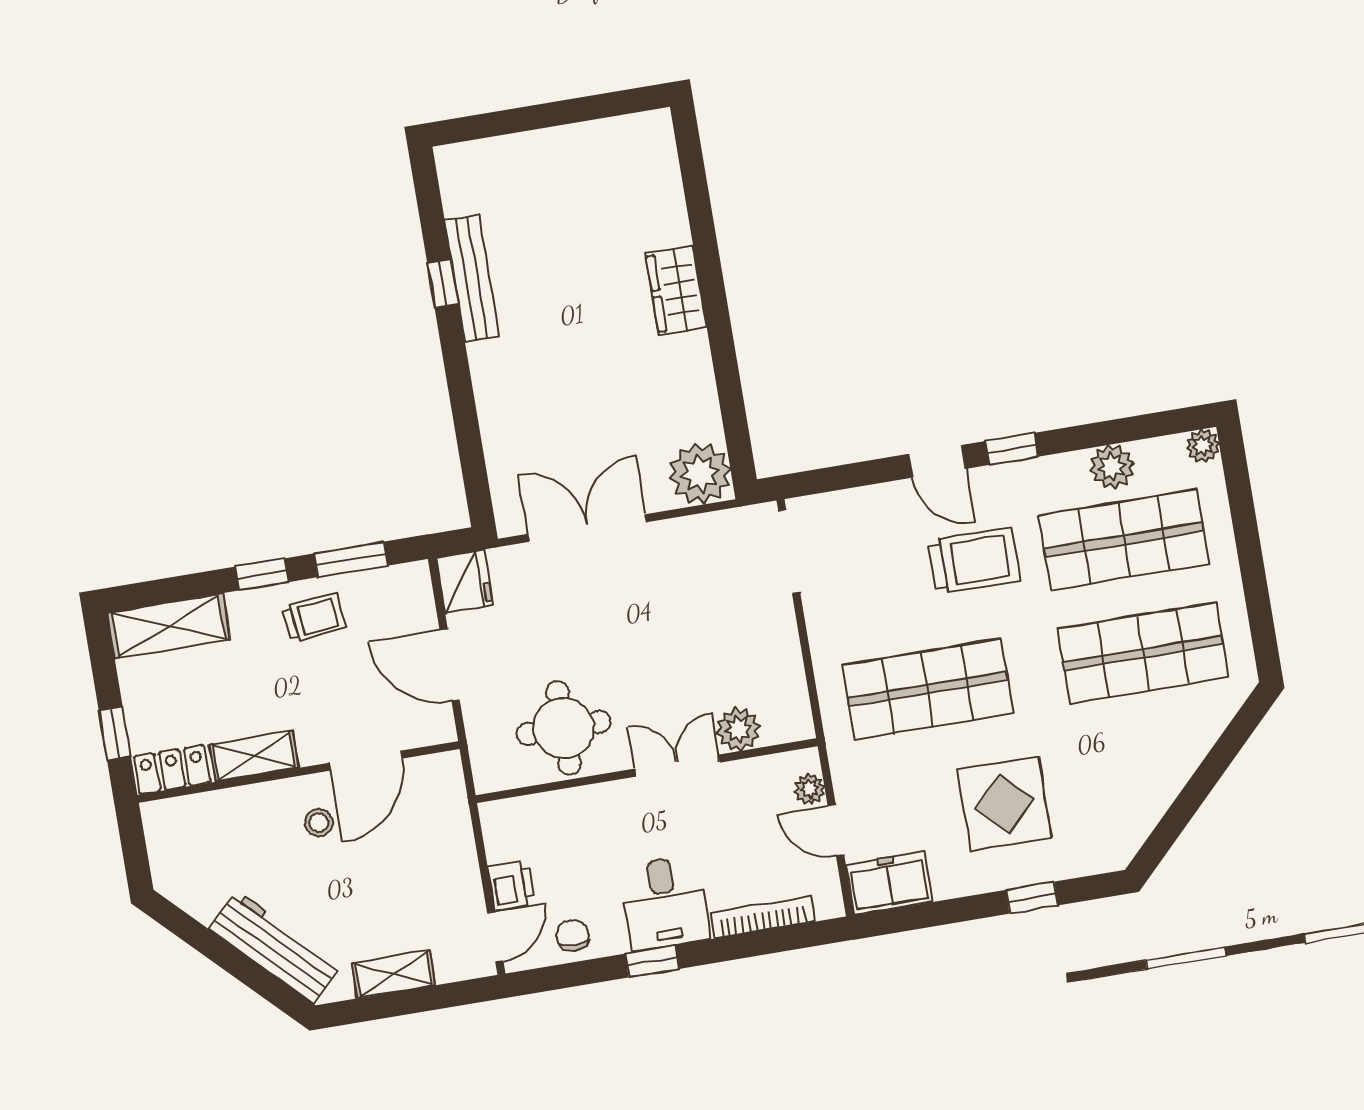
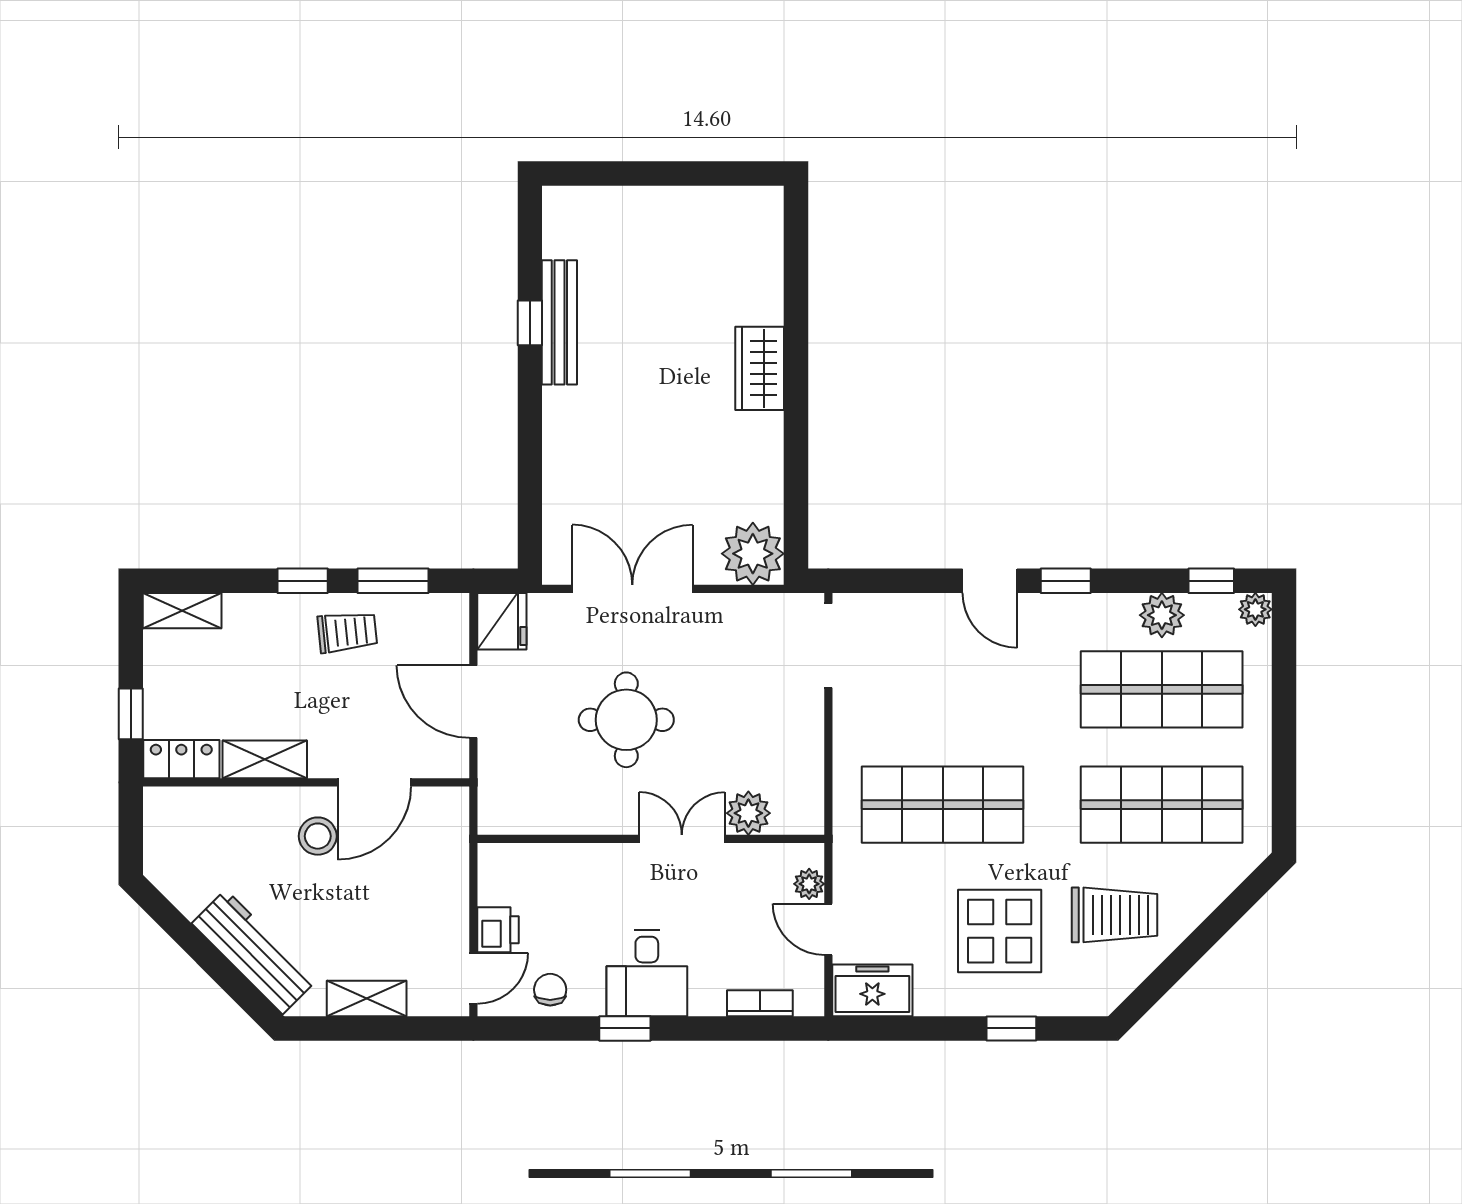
window: (1155, 425) -> (1211, 581), added
trolley: (974, 561) -> (1114, 915), moved
shelving: (169, 626) -> (182, 611), width x0.67, depth x0.75
round table: (564, 728) -> (626, 720), moved
stool: (319, 823) -> (318, 836), width x1.37, depth x1.37
bookcase: (763, 917) -> (760, 1003), width x0.64

